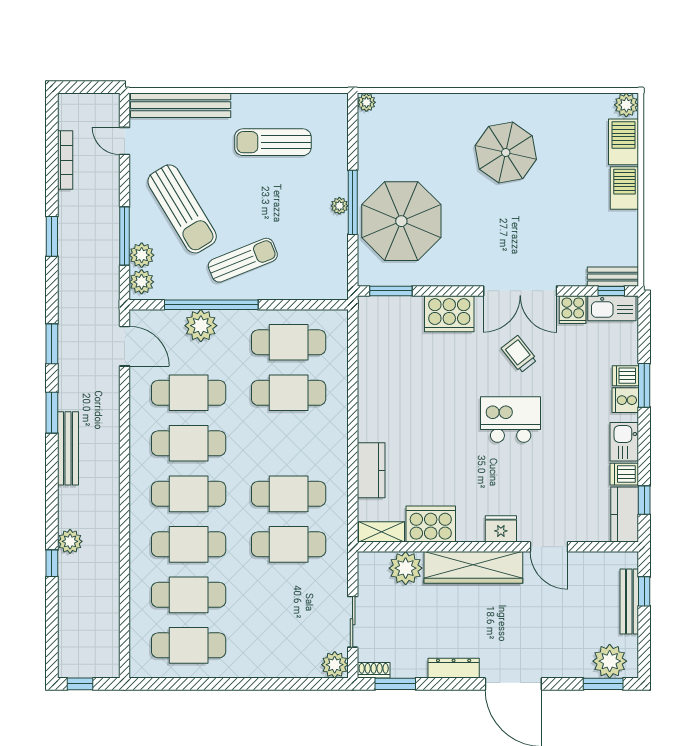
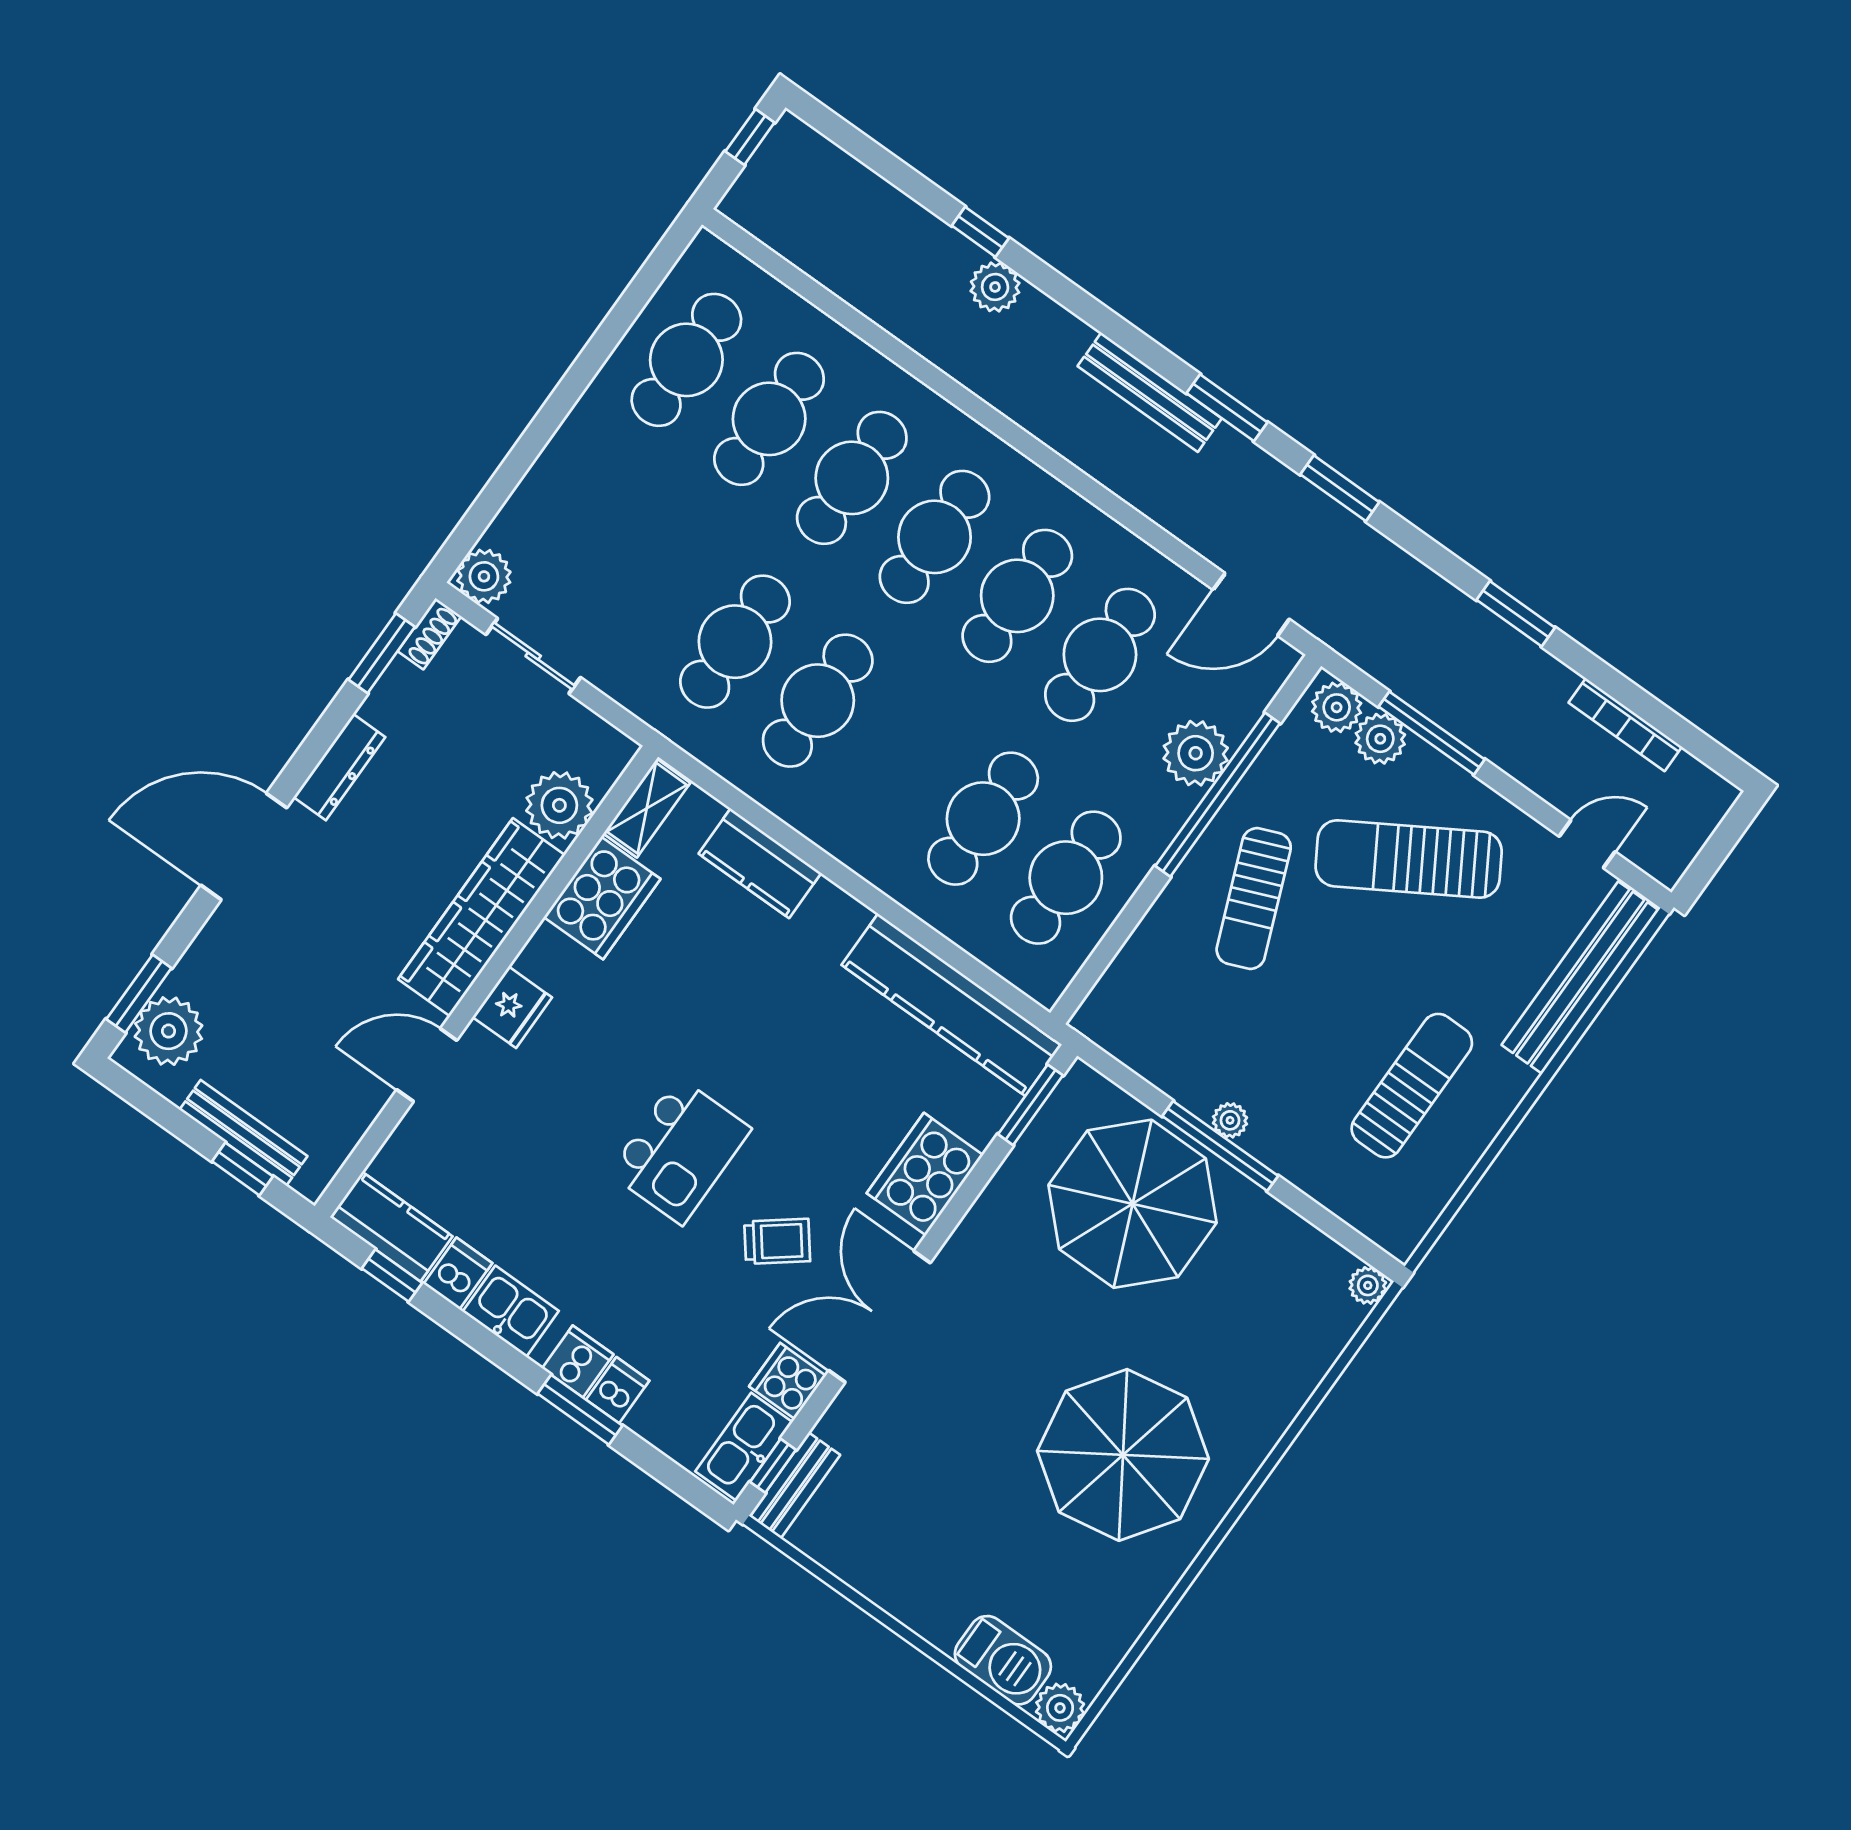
parasol: (506, 153) -> (1123, 1455), width x1.36, depth x1.36
barbecue: (624, 188) -> (926, 1608), removed
kitchen counter: (373, 352) -> (952, 1005), added

